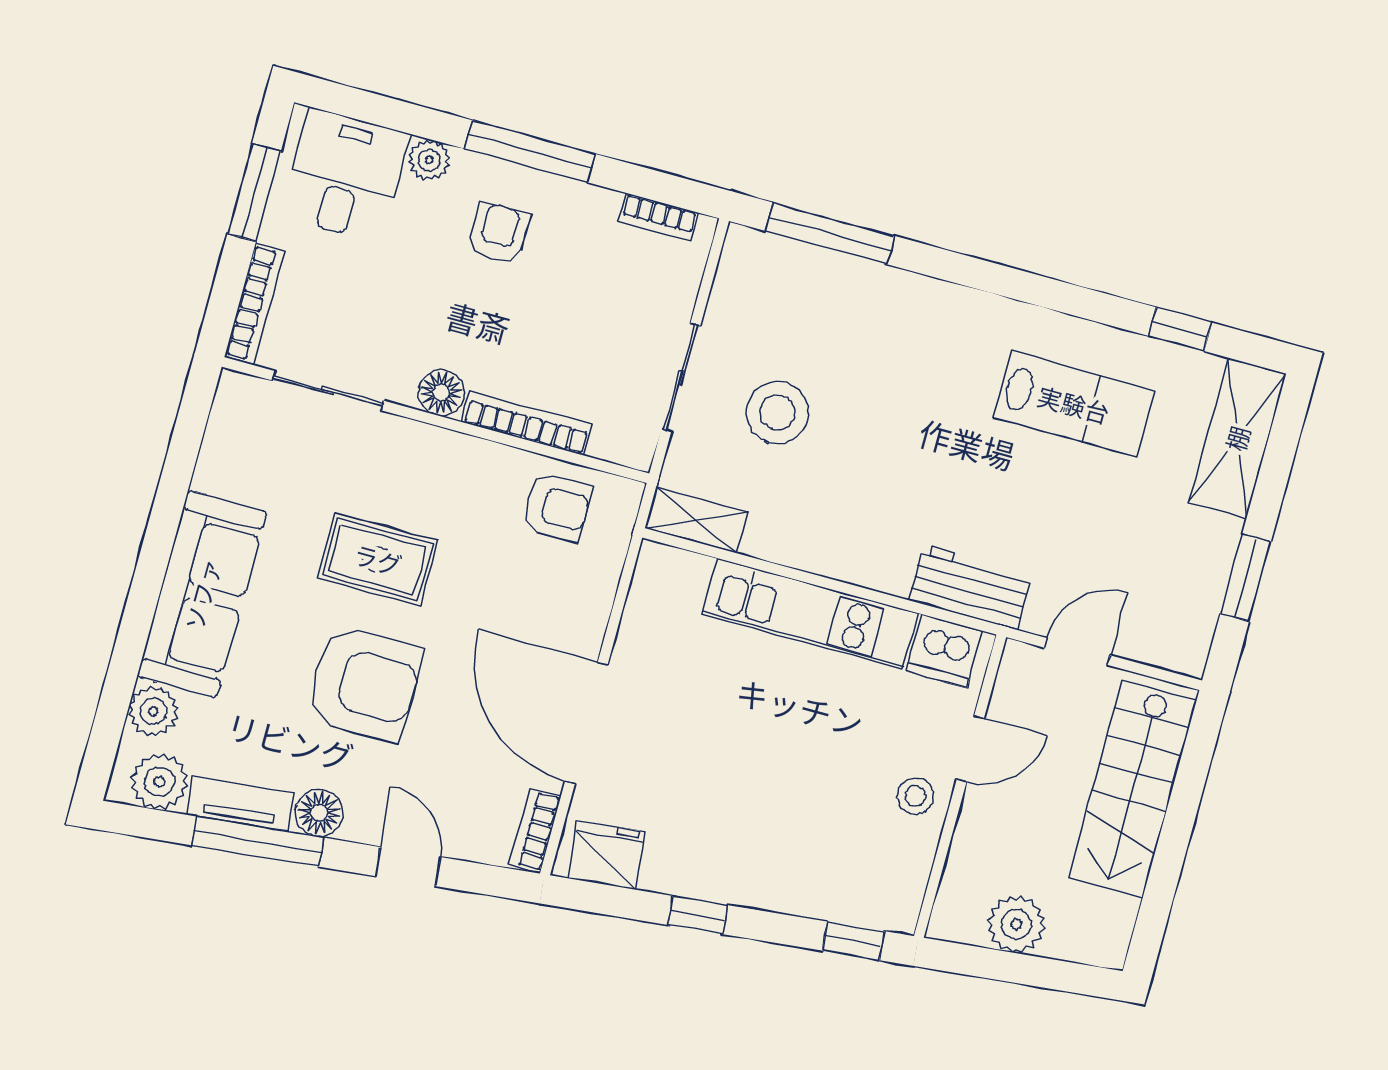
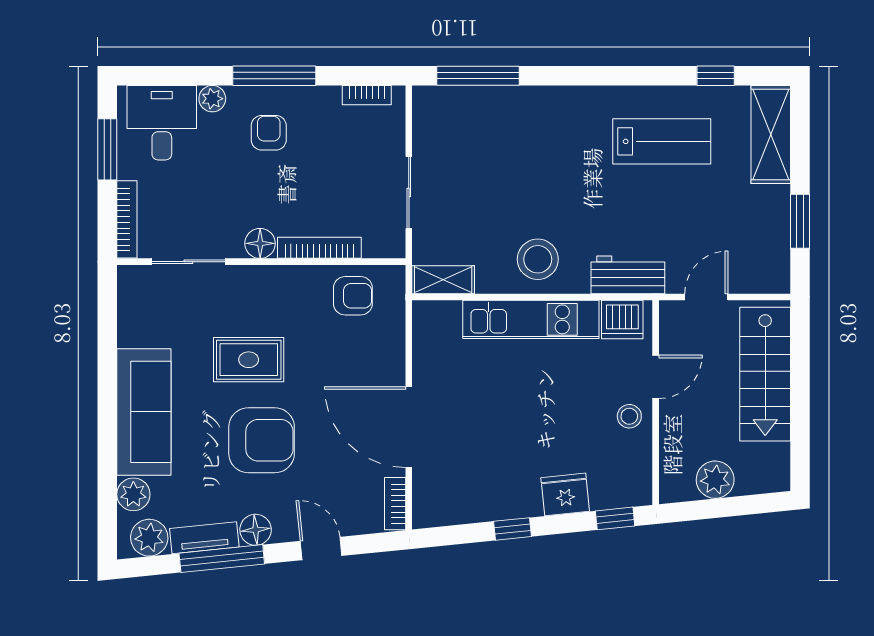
stool: (777, 413) -> (538, 259), moved
fridge: (606, 855) -> (565, 494), moved

